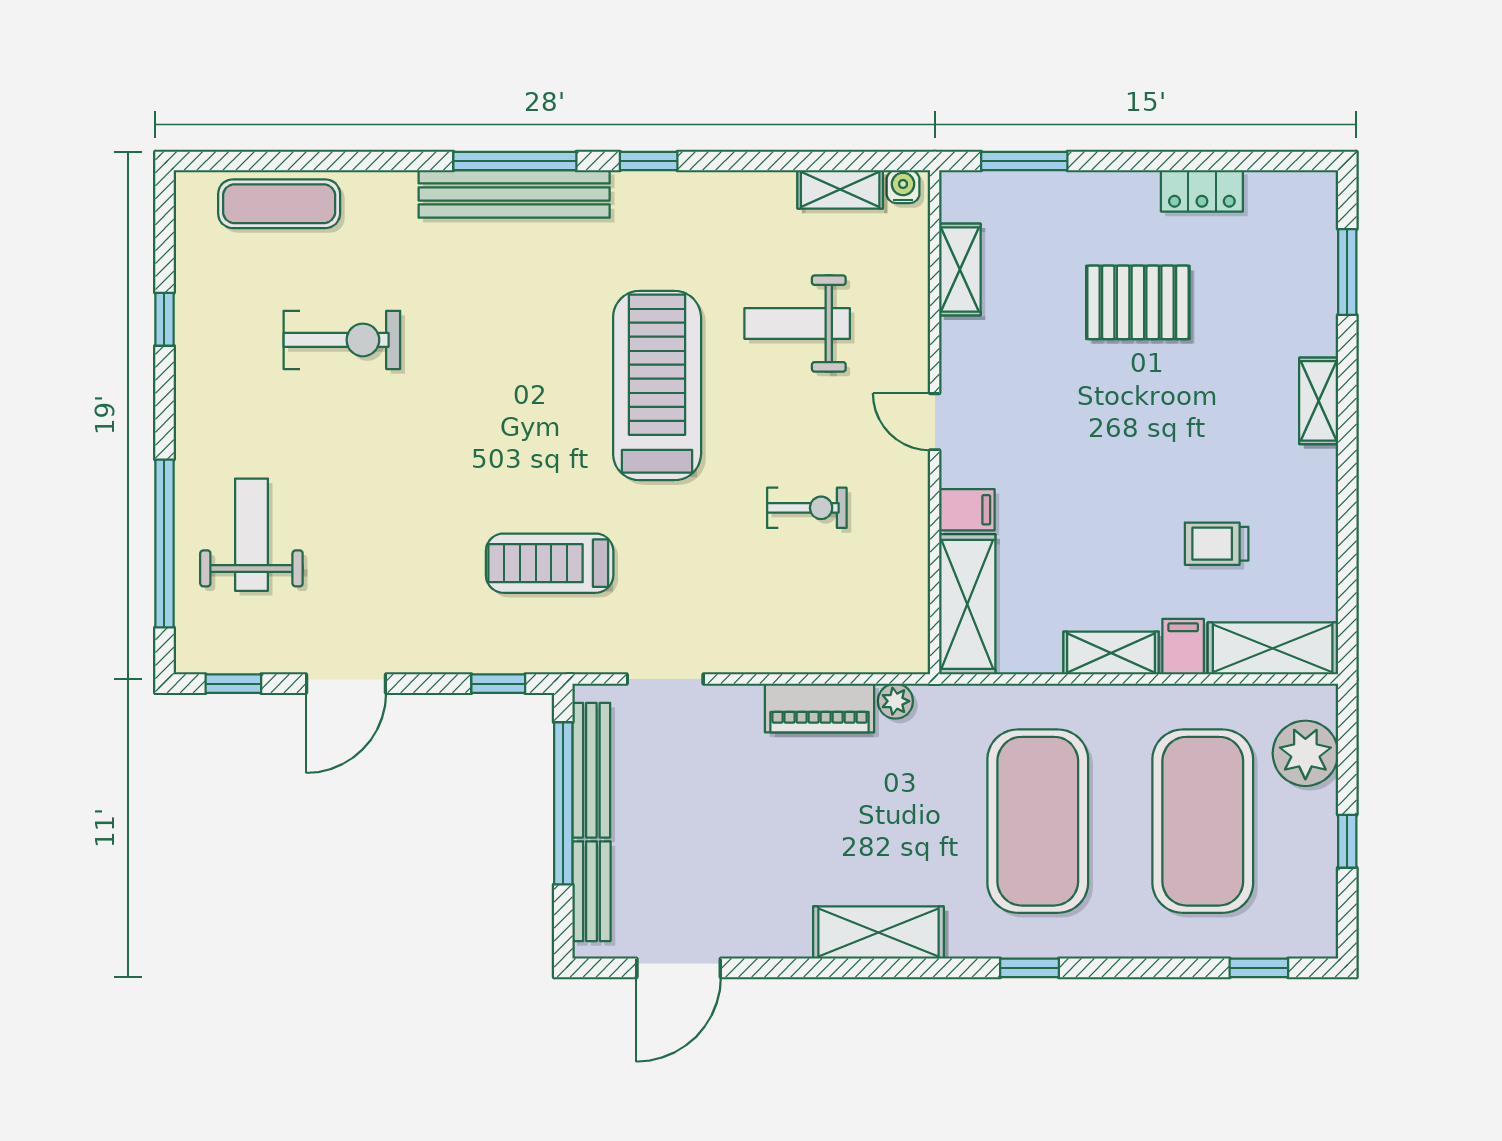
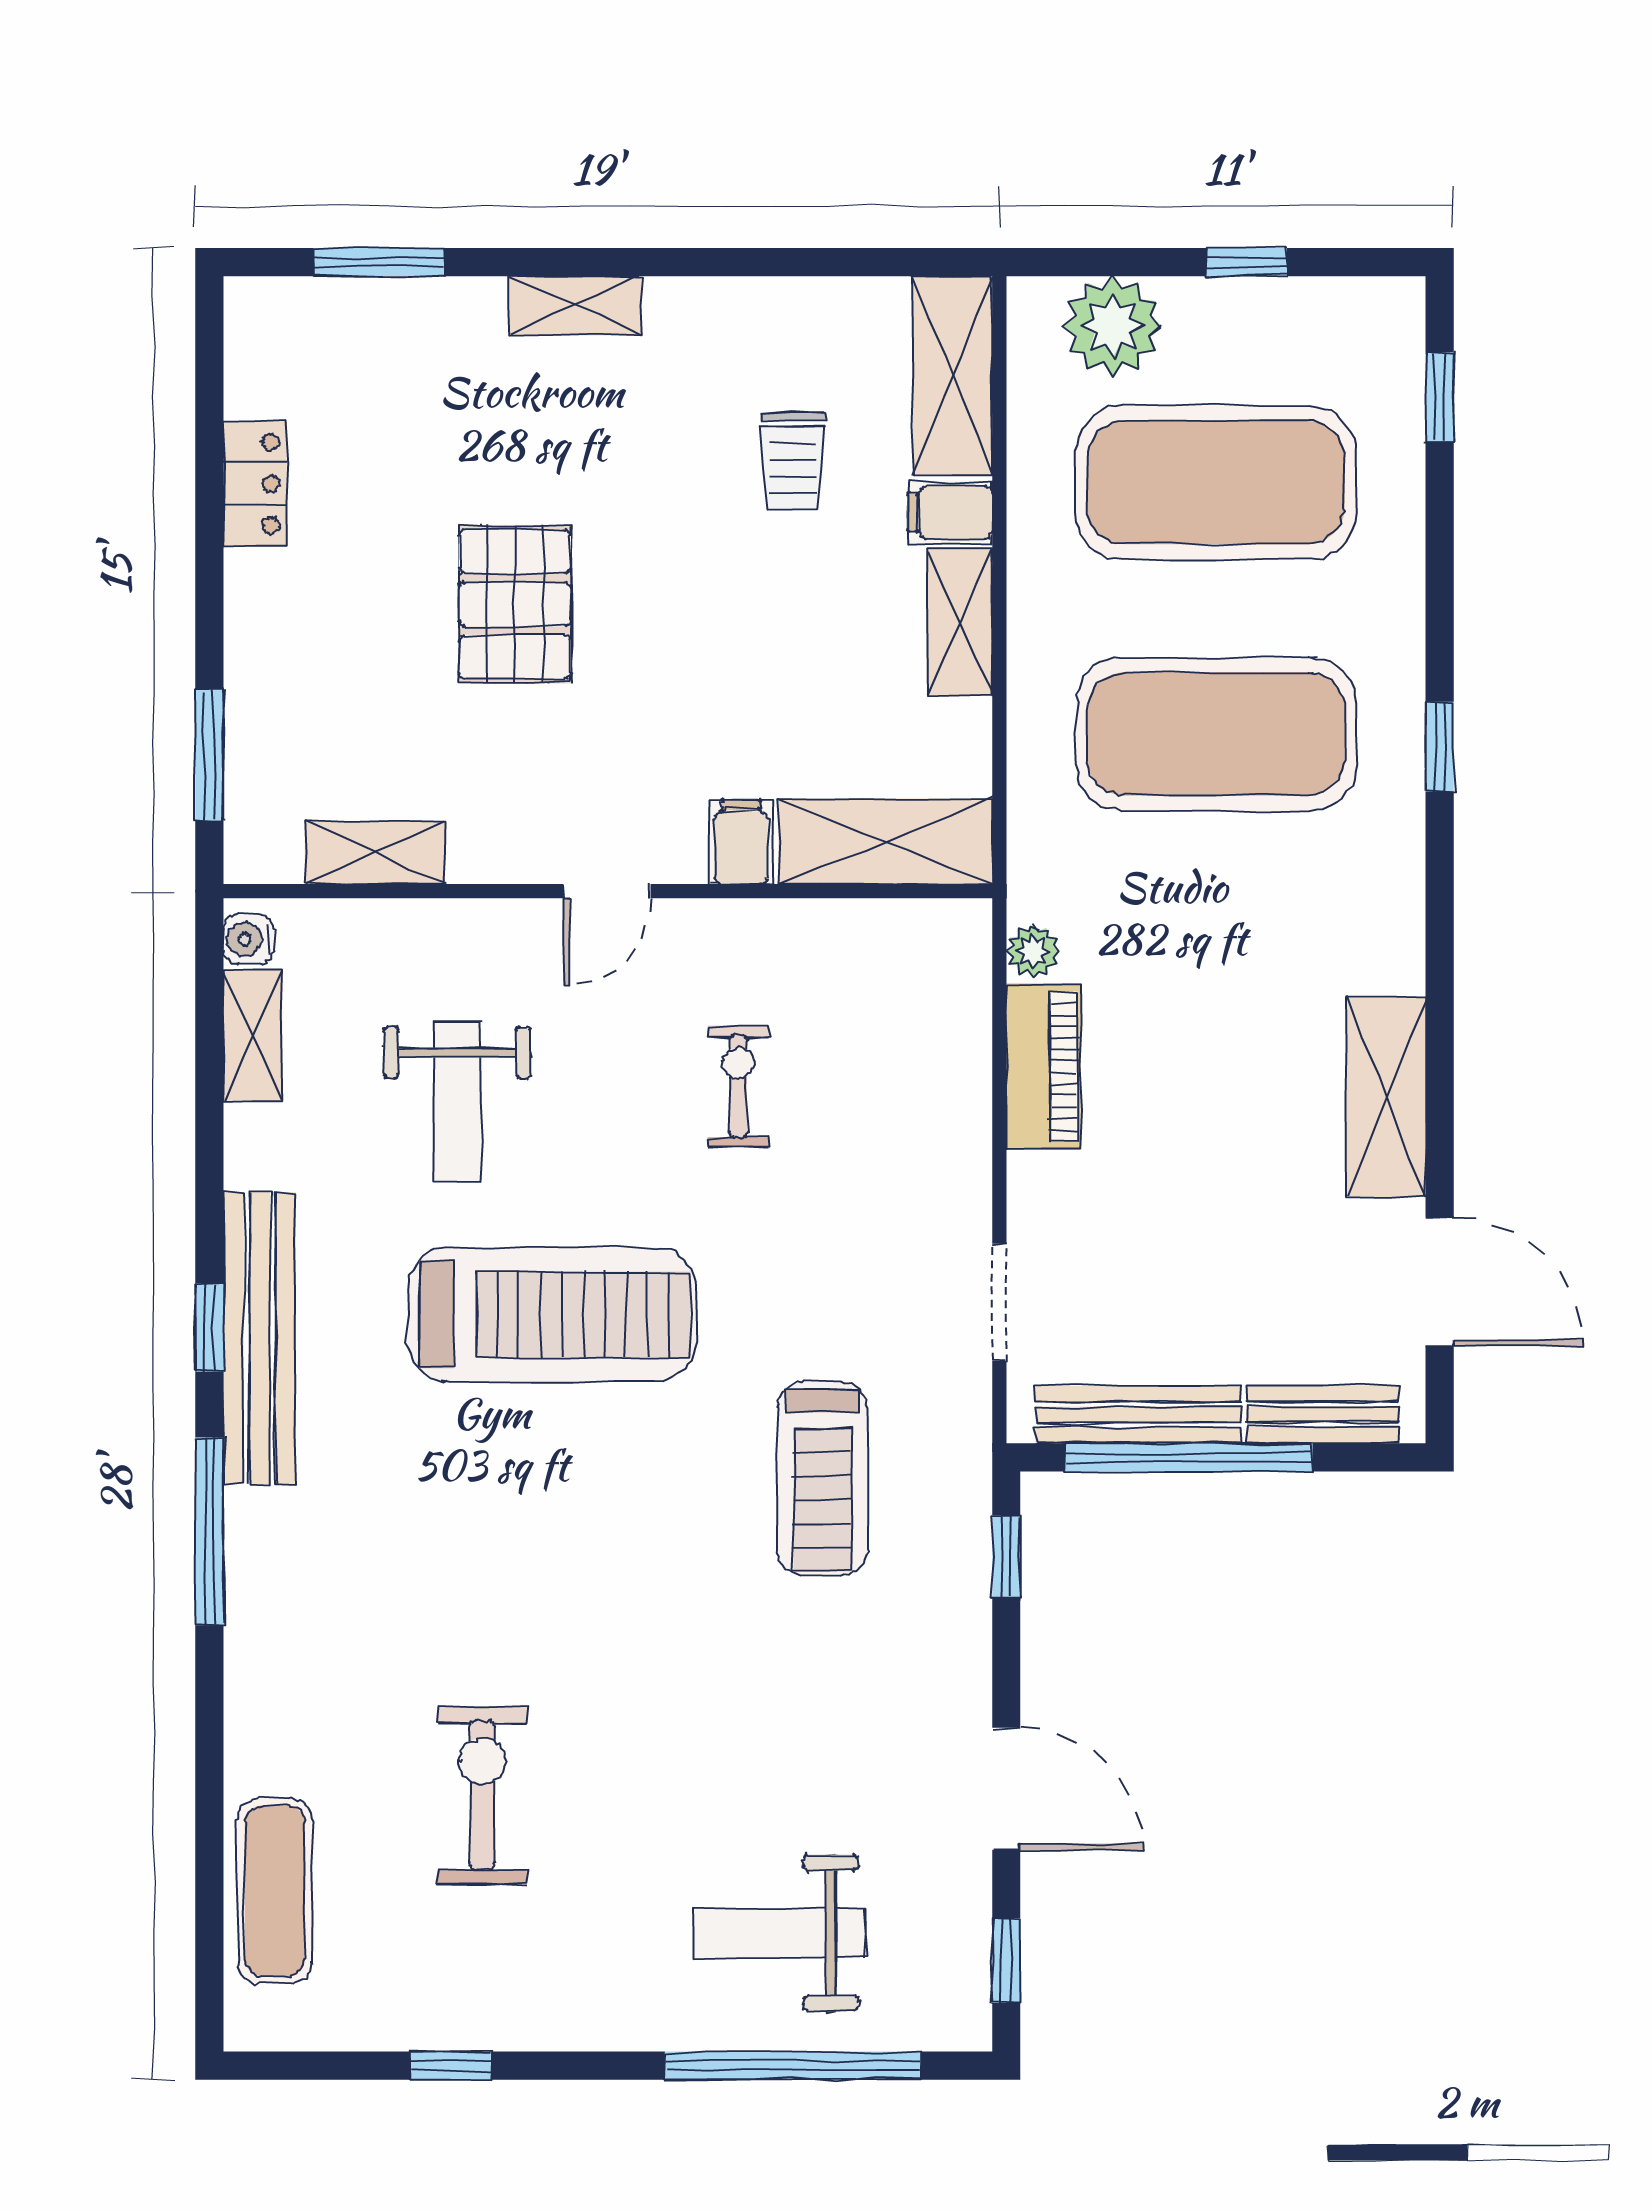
bench: (514, 194) -> (260, 1338), moved
pallet: (1138, 302) -> (515, 604), moved
treadmill: (657, 386) -> (552, 1315), turned 180
shelving: (878, 933) -> (1386, 1097), moved

